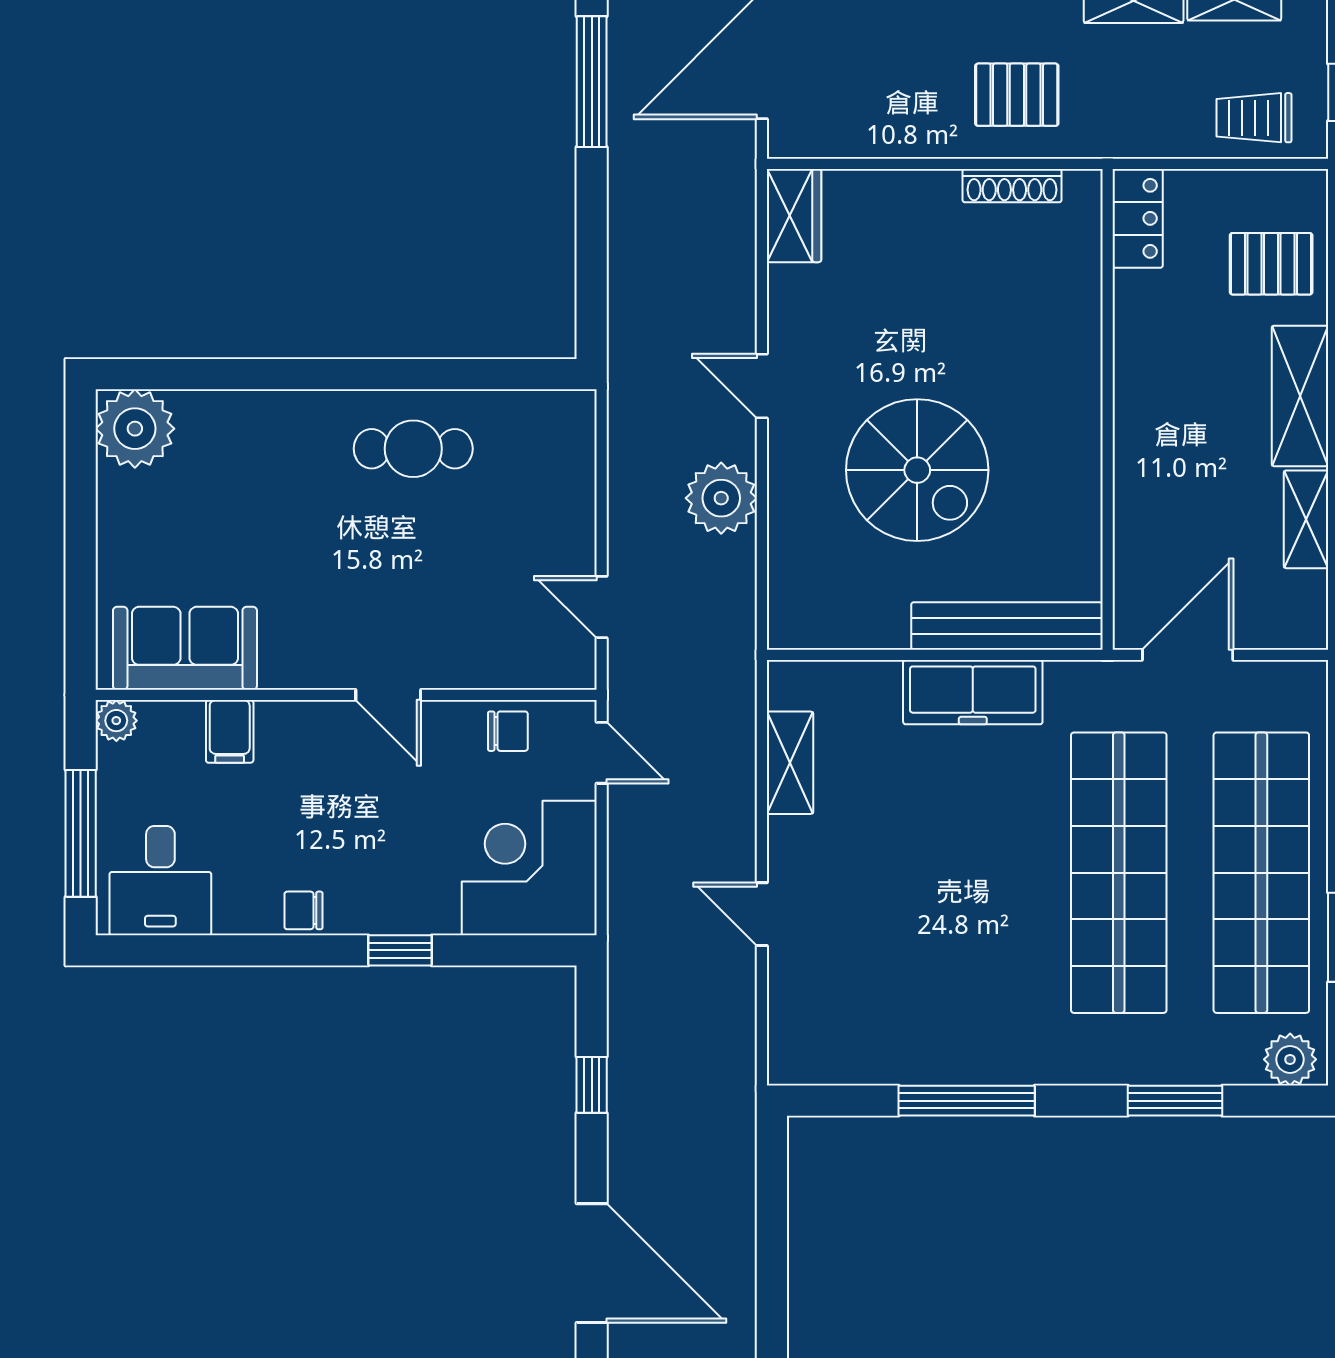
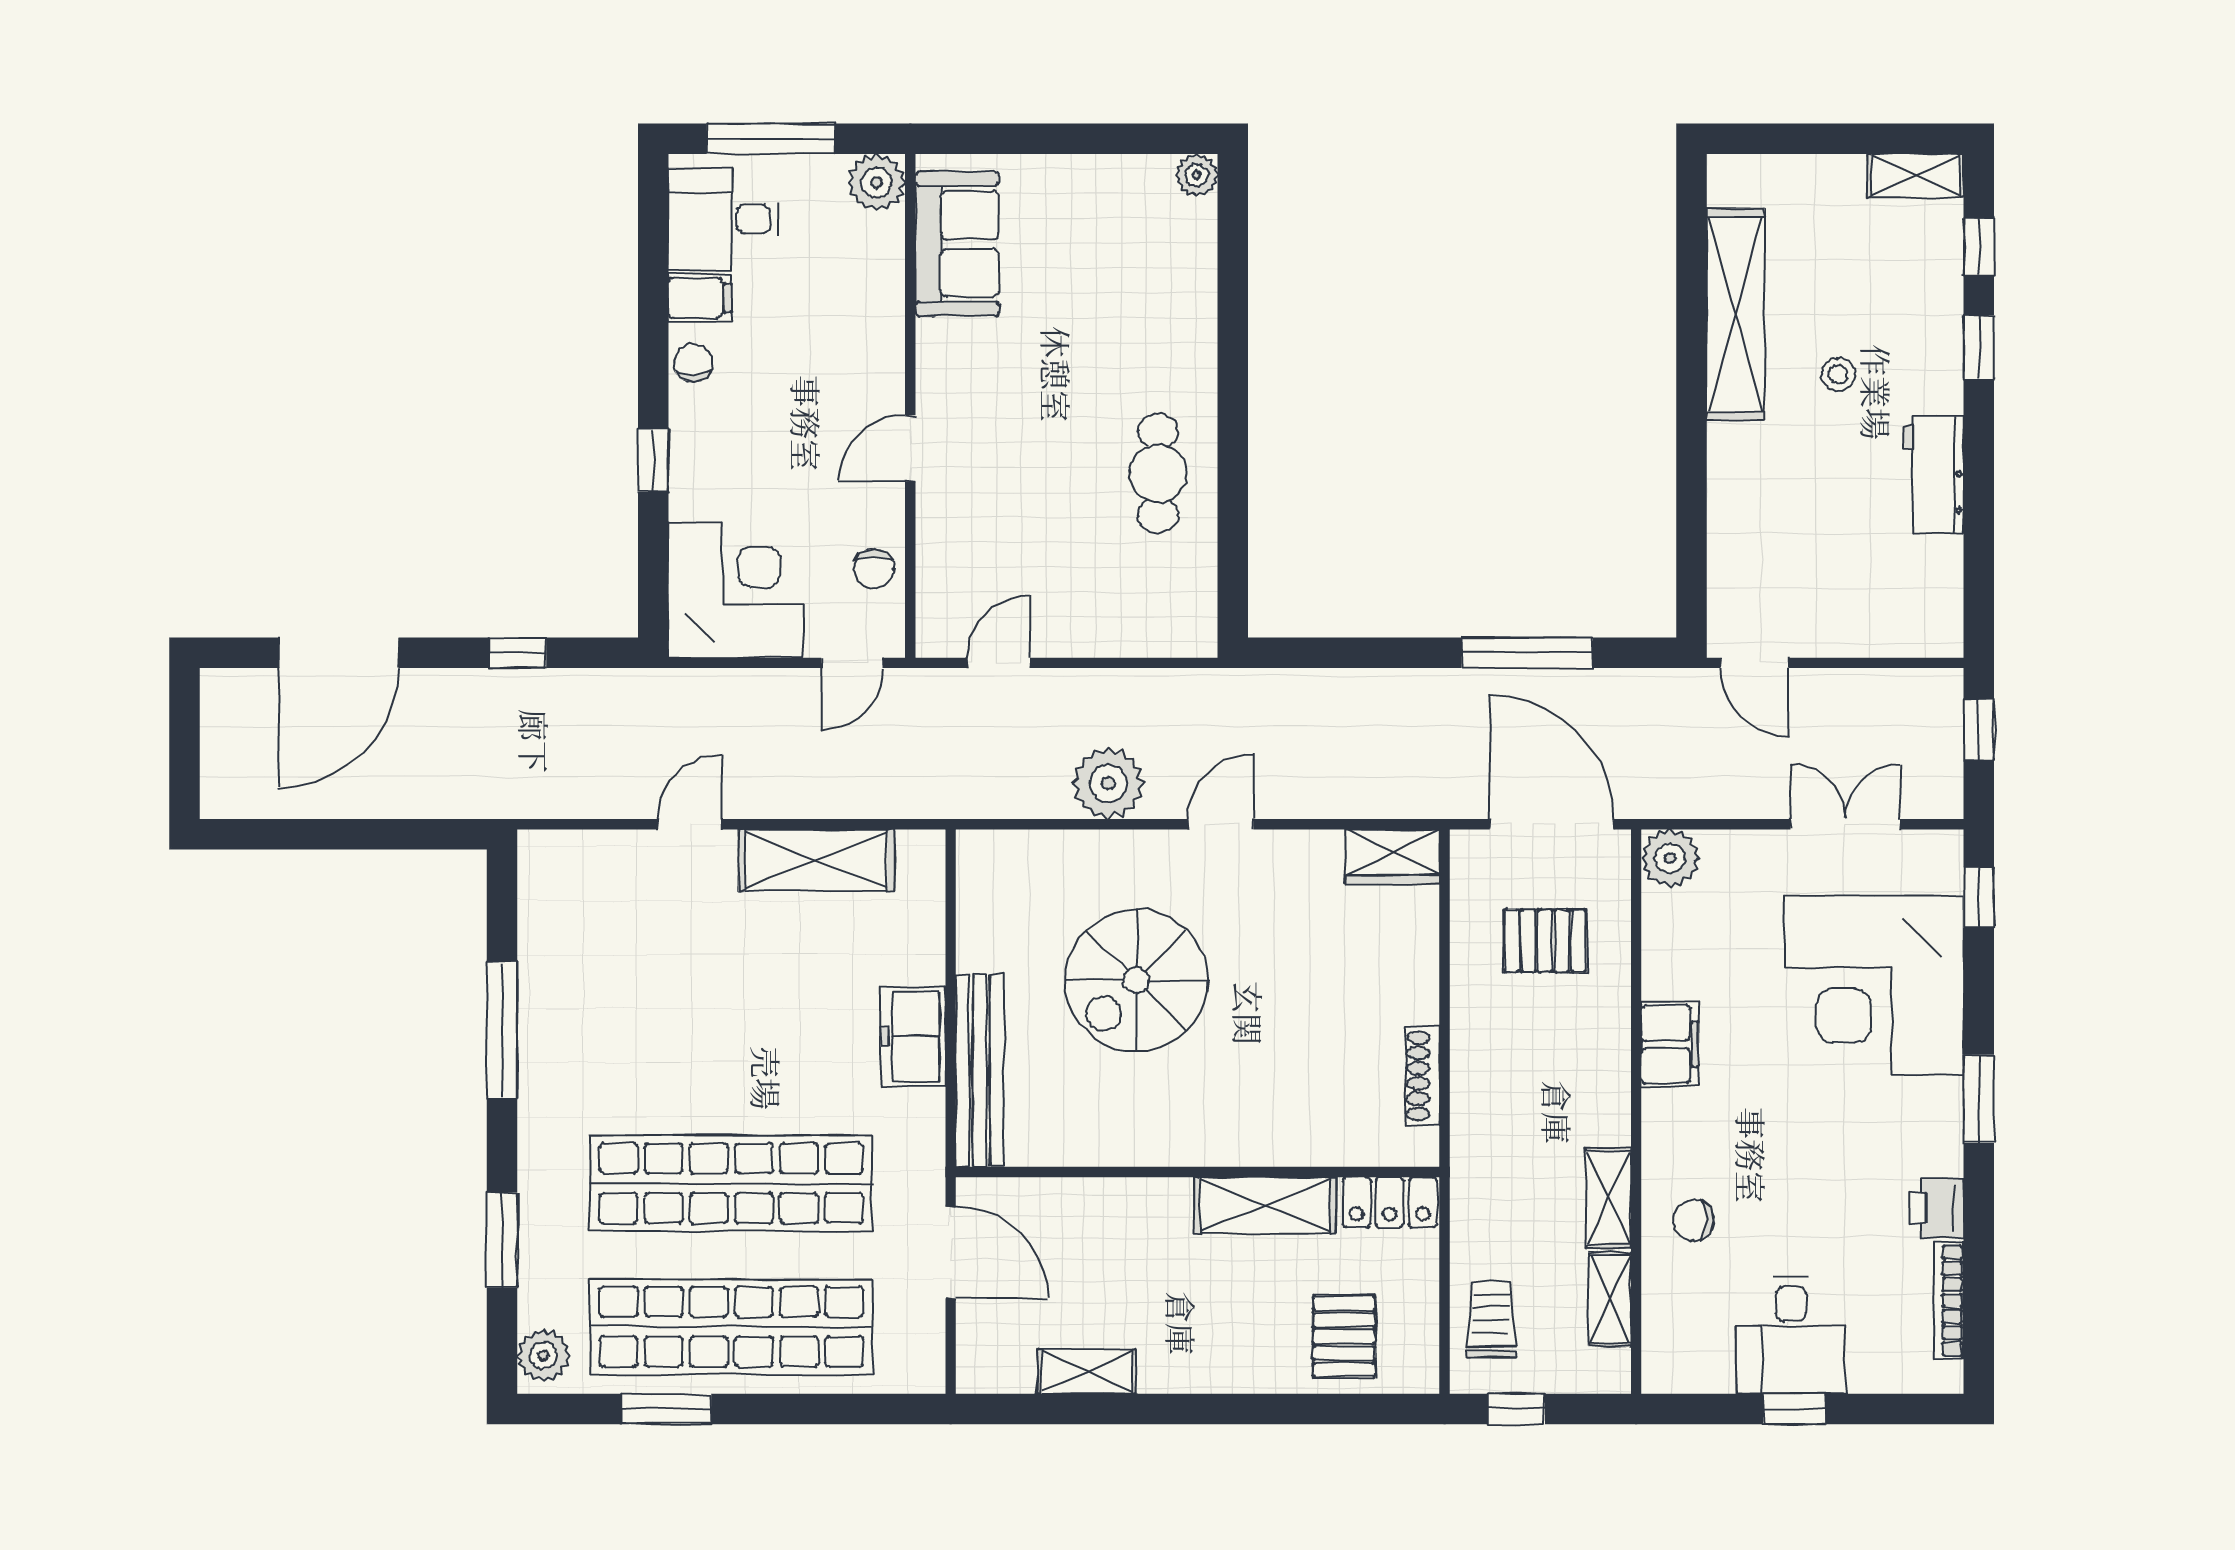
pallet: (1017, 95) -> (1545, 941), moved, turned 90
shelving: (1300, 396) -> (1265, 1205), moved
plant: (135, 429) -> (1197, 175), width x0.53, depth x0.53
freezer: (973, 692) -> (913, 1036), width x0.71
plant: (116, 721) -> (877, 182), width x1.38, depth x1.38
filing cabinet: (230, 731) -> (700, 298), moved, turned 180
shelving: (790, 763) -> (816, 860), width x1.50, depth x1.33

